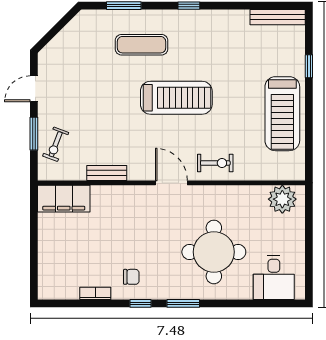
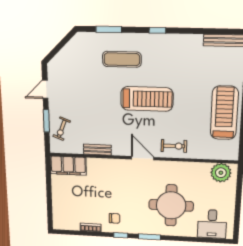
treadmill: (282, 114) -> (224, 113), turned 180

